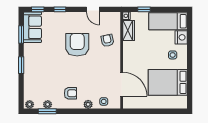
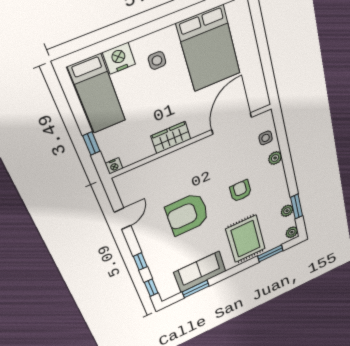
sofa: (32, 27) -> (200, 272), moved
wardrobe: (129, 31) -> (171, 138), moved
armchair: (107, 40) -> (166, 176), removed
window: (21, 65) -> (270, 253), moved
rug: (41, 74) -> (246, 239), added
armchair: (70, 93) -> (241, 191), moved

